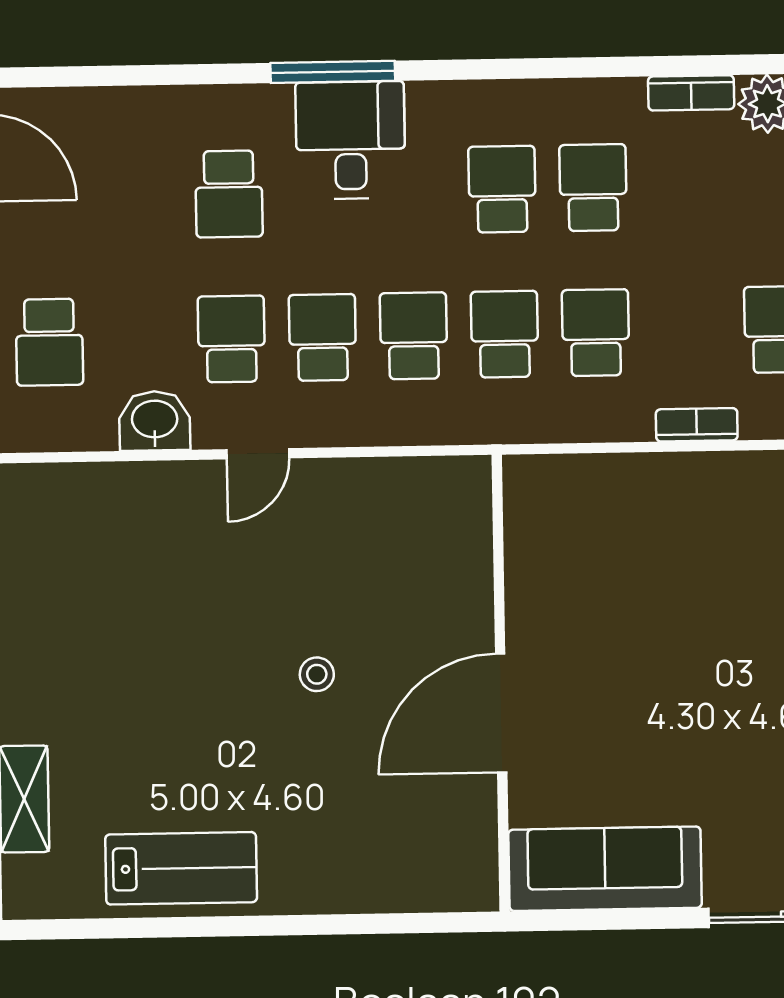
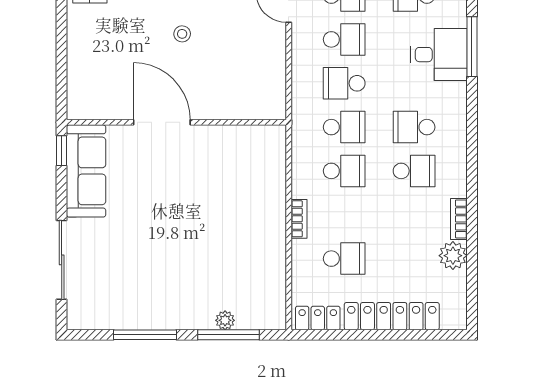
school desk: (502, 189) -> (414, 127), turned 180
school desk: (414, 336) -> (344, 83), turned 180
window: (564, 920) -> (62, 151), added

